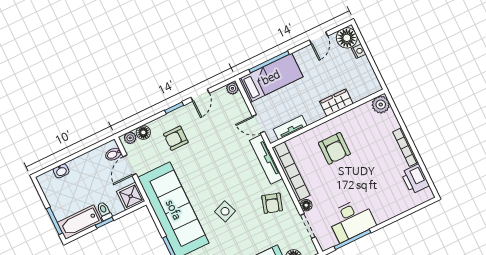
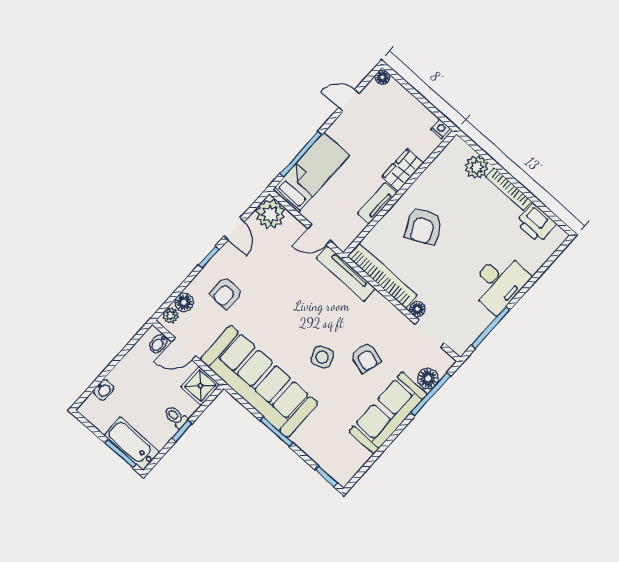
door: (319, 38) -> (349, 100), swing flipped
floor lamp: (347, 38) -> (383, 77), width x0.53, depth x0.53
nightstand: (359, 51) -> (440, 129), moved
plant: (232, 88) -> (270, 214), width x1.87, depth x1.87
plant: (381, 105) -> (477, 167), moved
tv unit: (290, 128) -> (377, 203), moved
armchair: (334, 148) -> (423, 226), turned 64
door: (130, 165) -> (184, 349), hinge flipped
armchair: (272, 203) -> (366, 358), moved
desk: (351, 220) -> (499, 283), moved
bathtub: (80, 222) -> (132, 444), moved, turned 90

